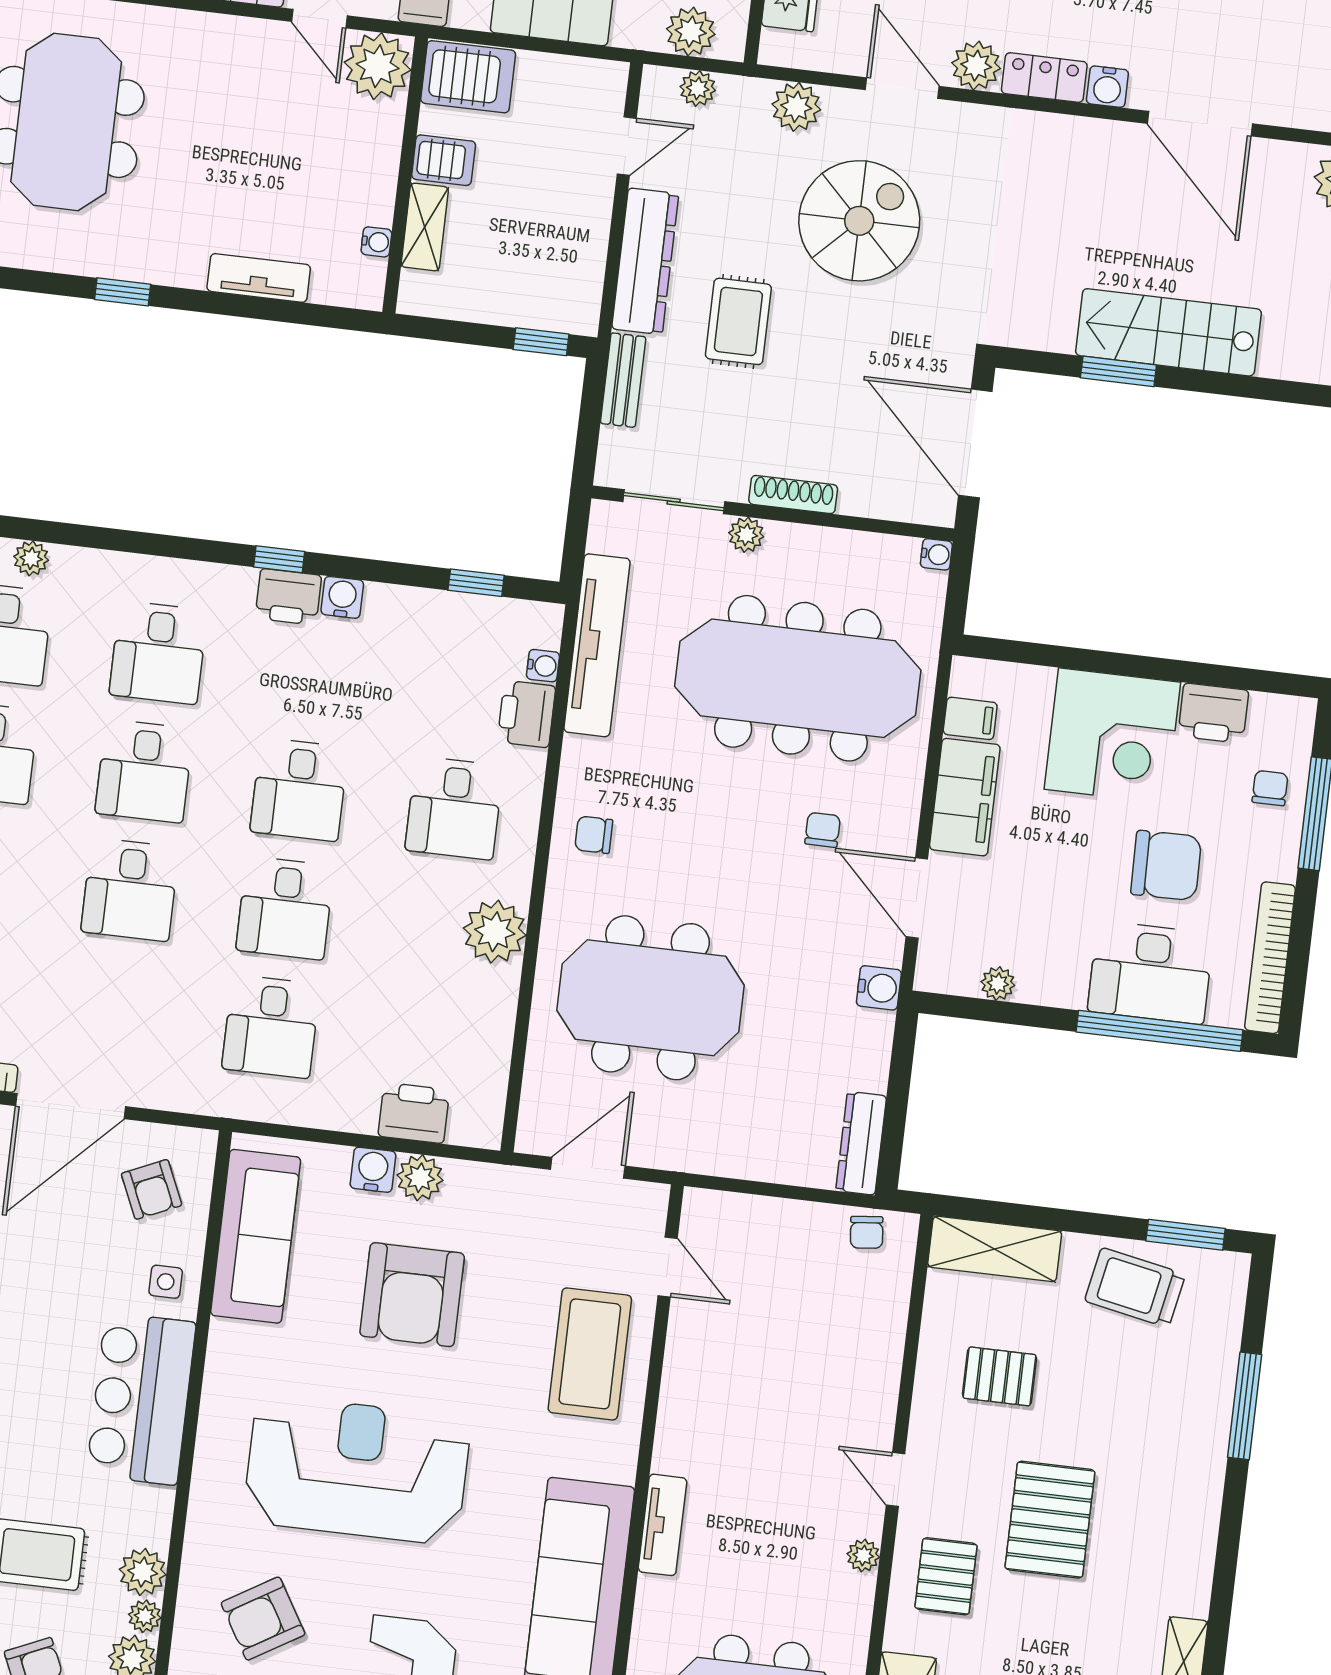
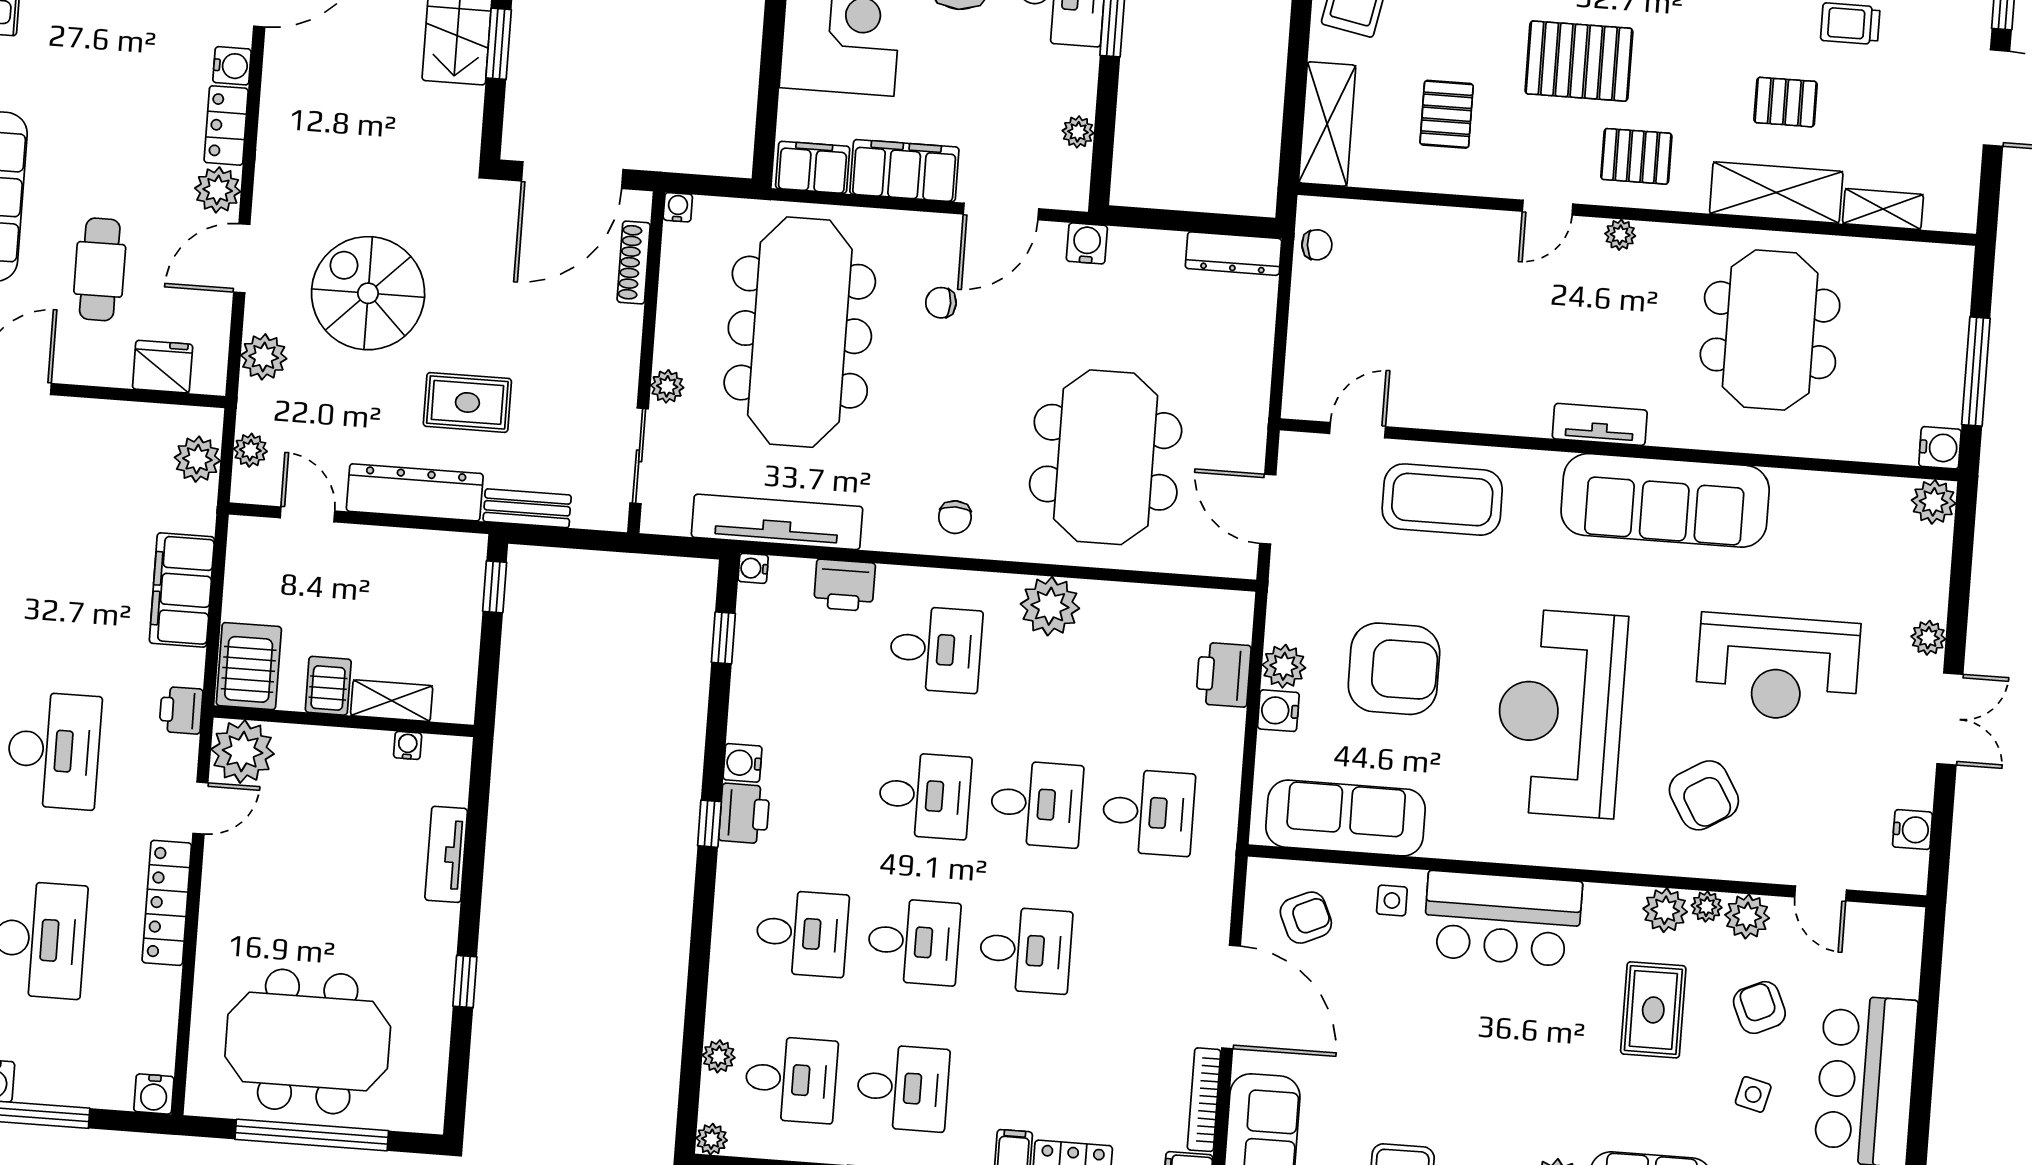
shoe rack: (793, 494) -> (634, 263), moved
water cooler: (543, 666) -> (753, 568), moved, turned -90
filing cabinet: (970, 718) -> (813, 167), width x2.00

